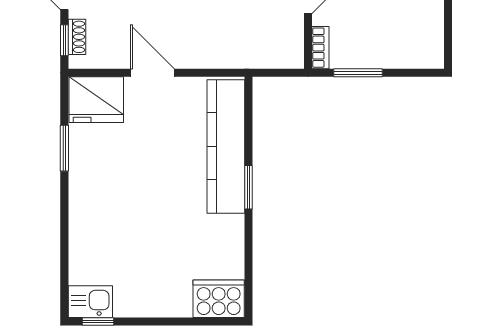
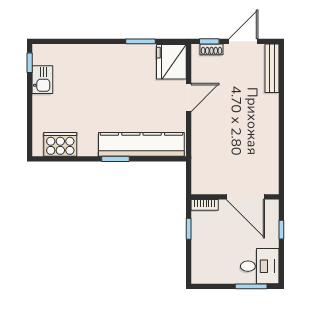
window: (358, 73) -> (189, 229), width x0.67
cooker: (219, 299) -> (60, 144), moved, turned -90
kitchen sink: (90, 302) -> (42, 80), moved

